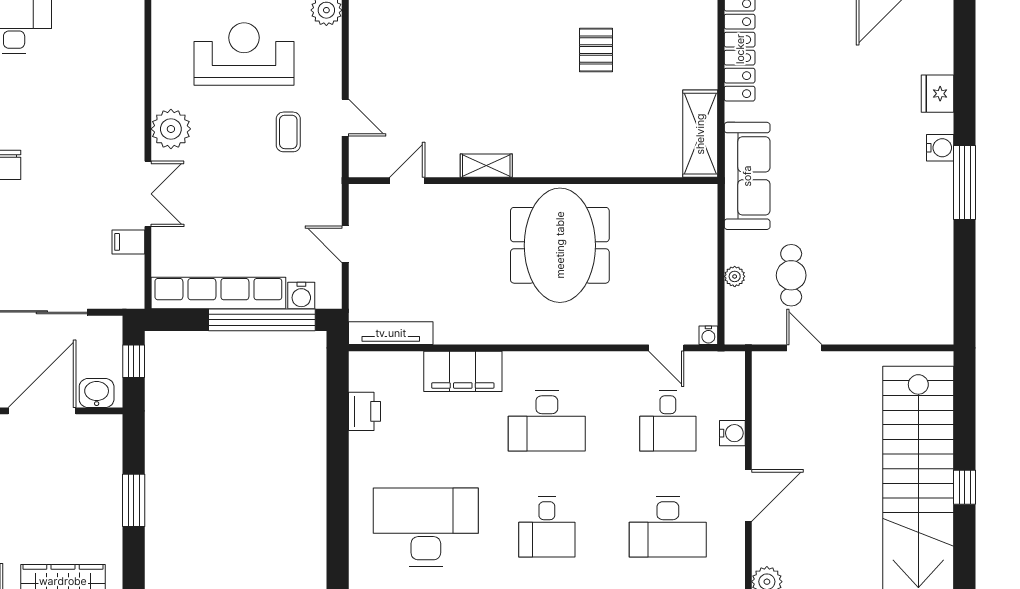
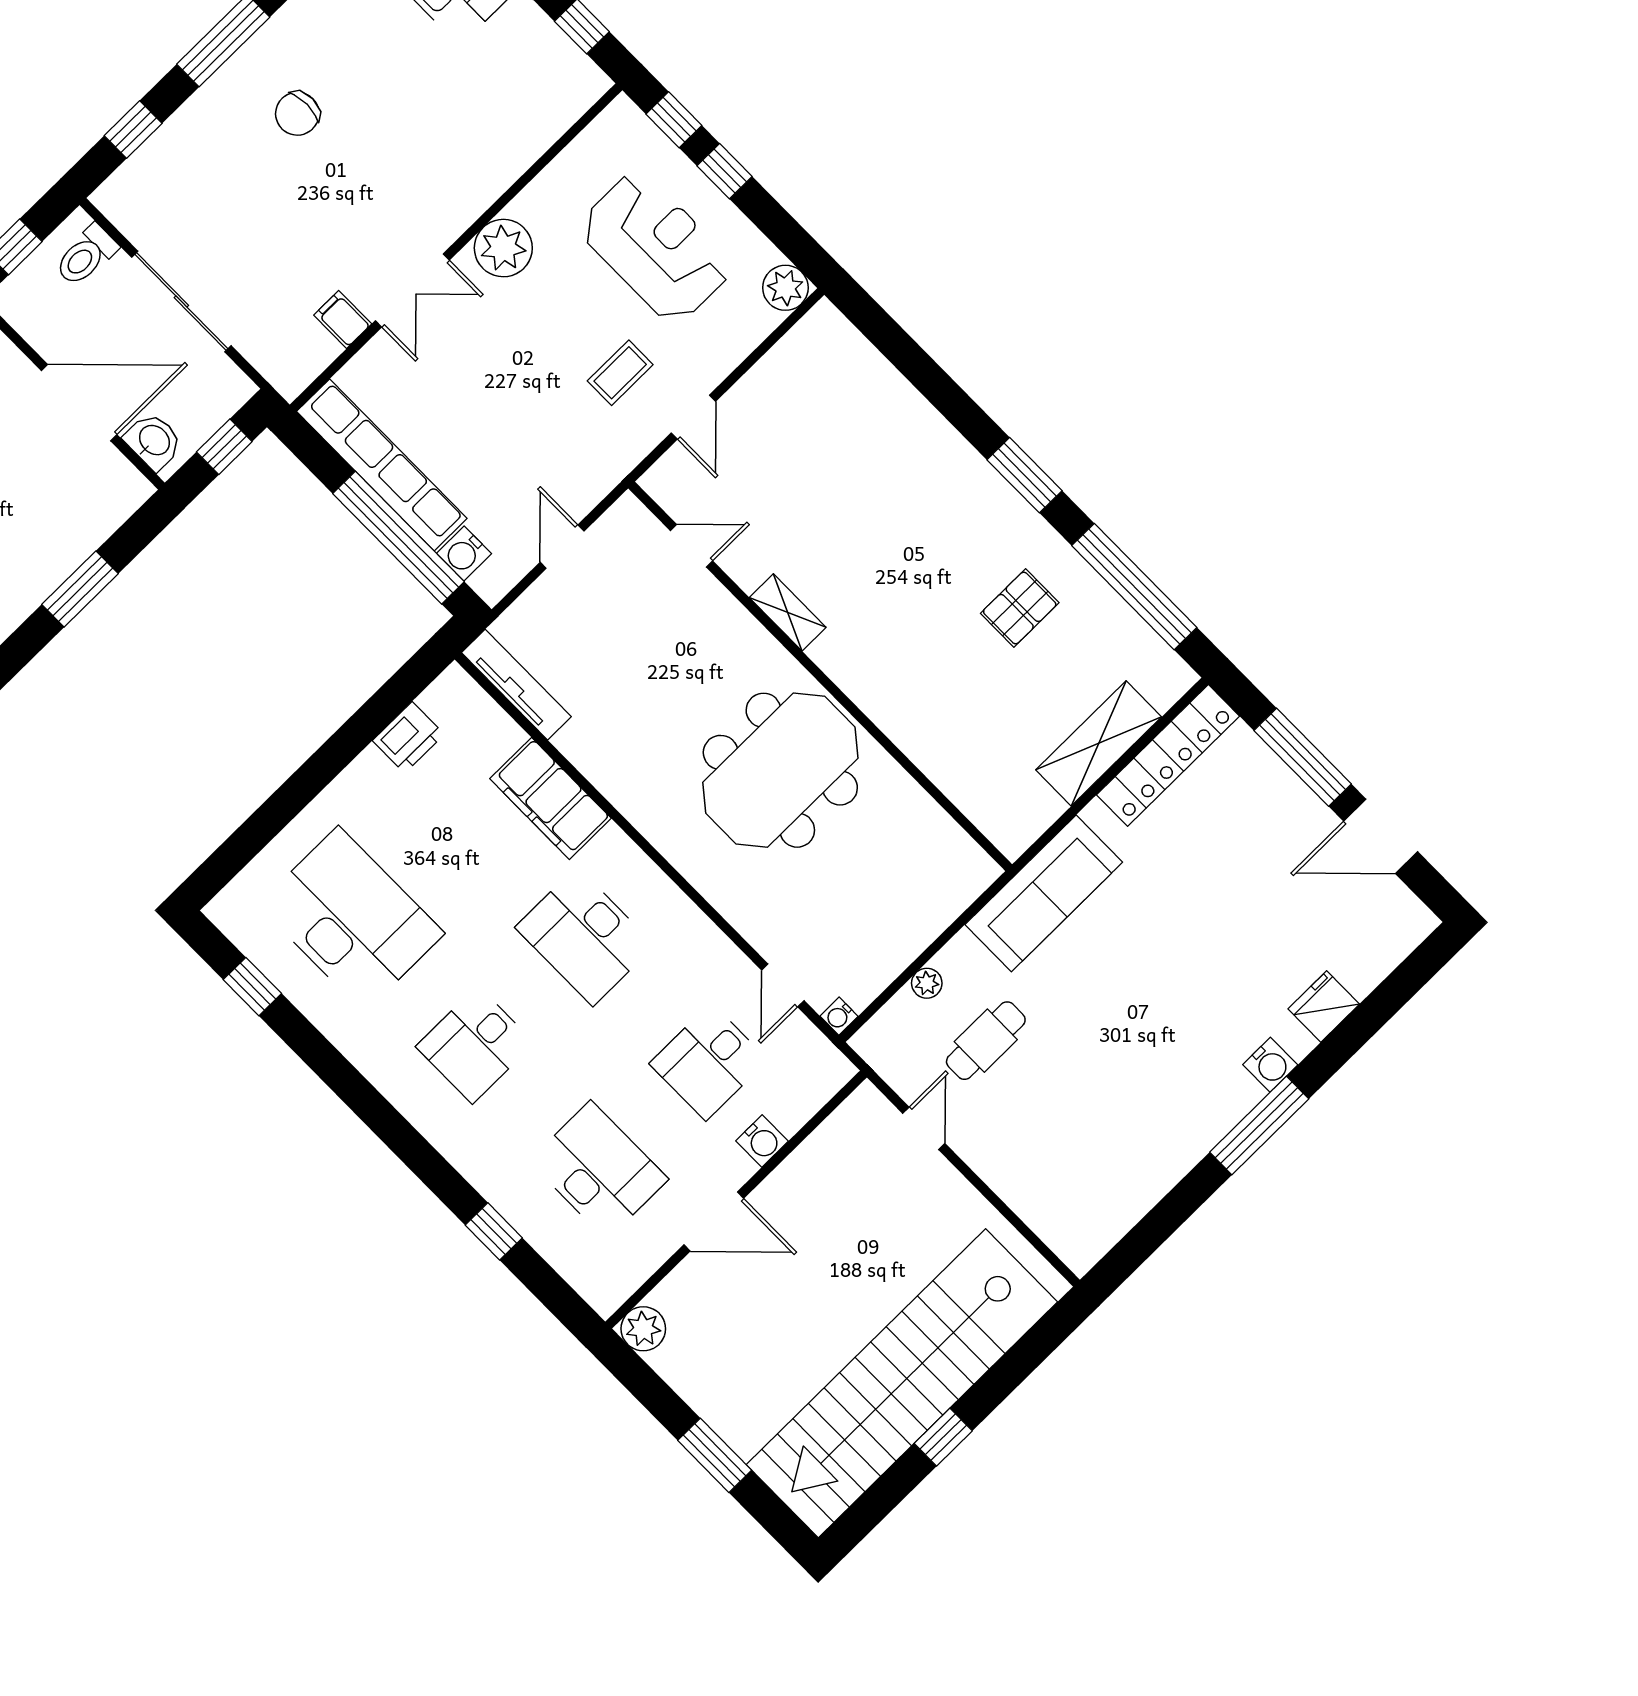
shelving: (700, 134) -> (1099, 743), moved
desk: (668, 527) -> (599, 1170), turned 180

